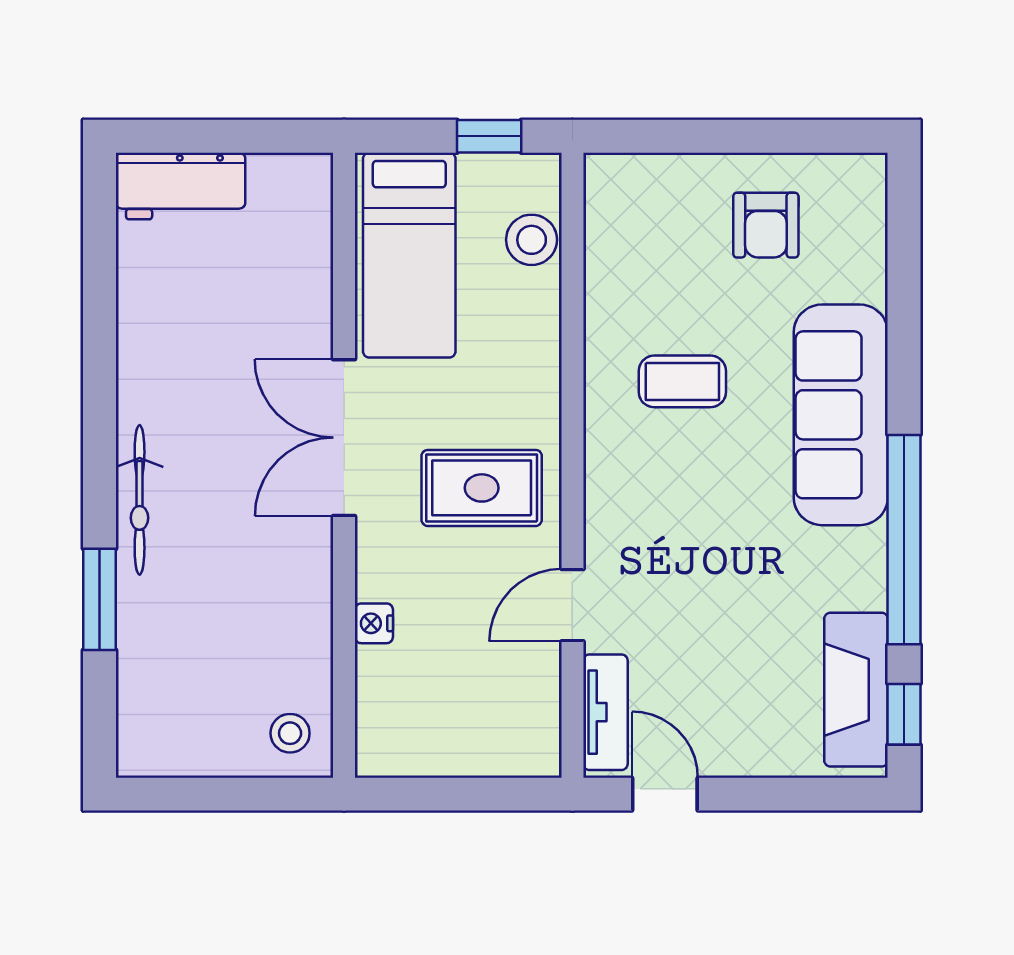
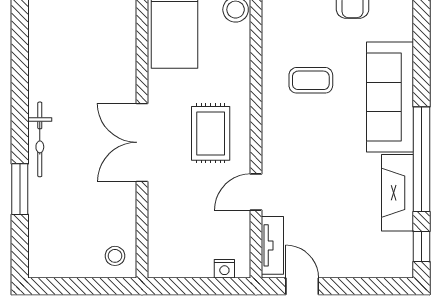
double door: (344, 438) -> (142, 142), moved
rug: (482, 488) -> (211, 133), turned 90
nightstand: (374, 623) -> (224, 269), moved, turned -90
fireplace: (856, 690) -> (398, 193), moved

